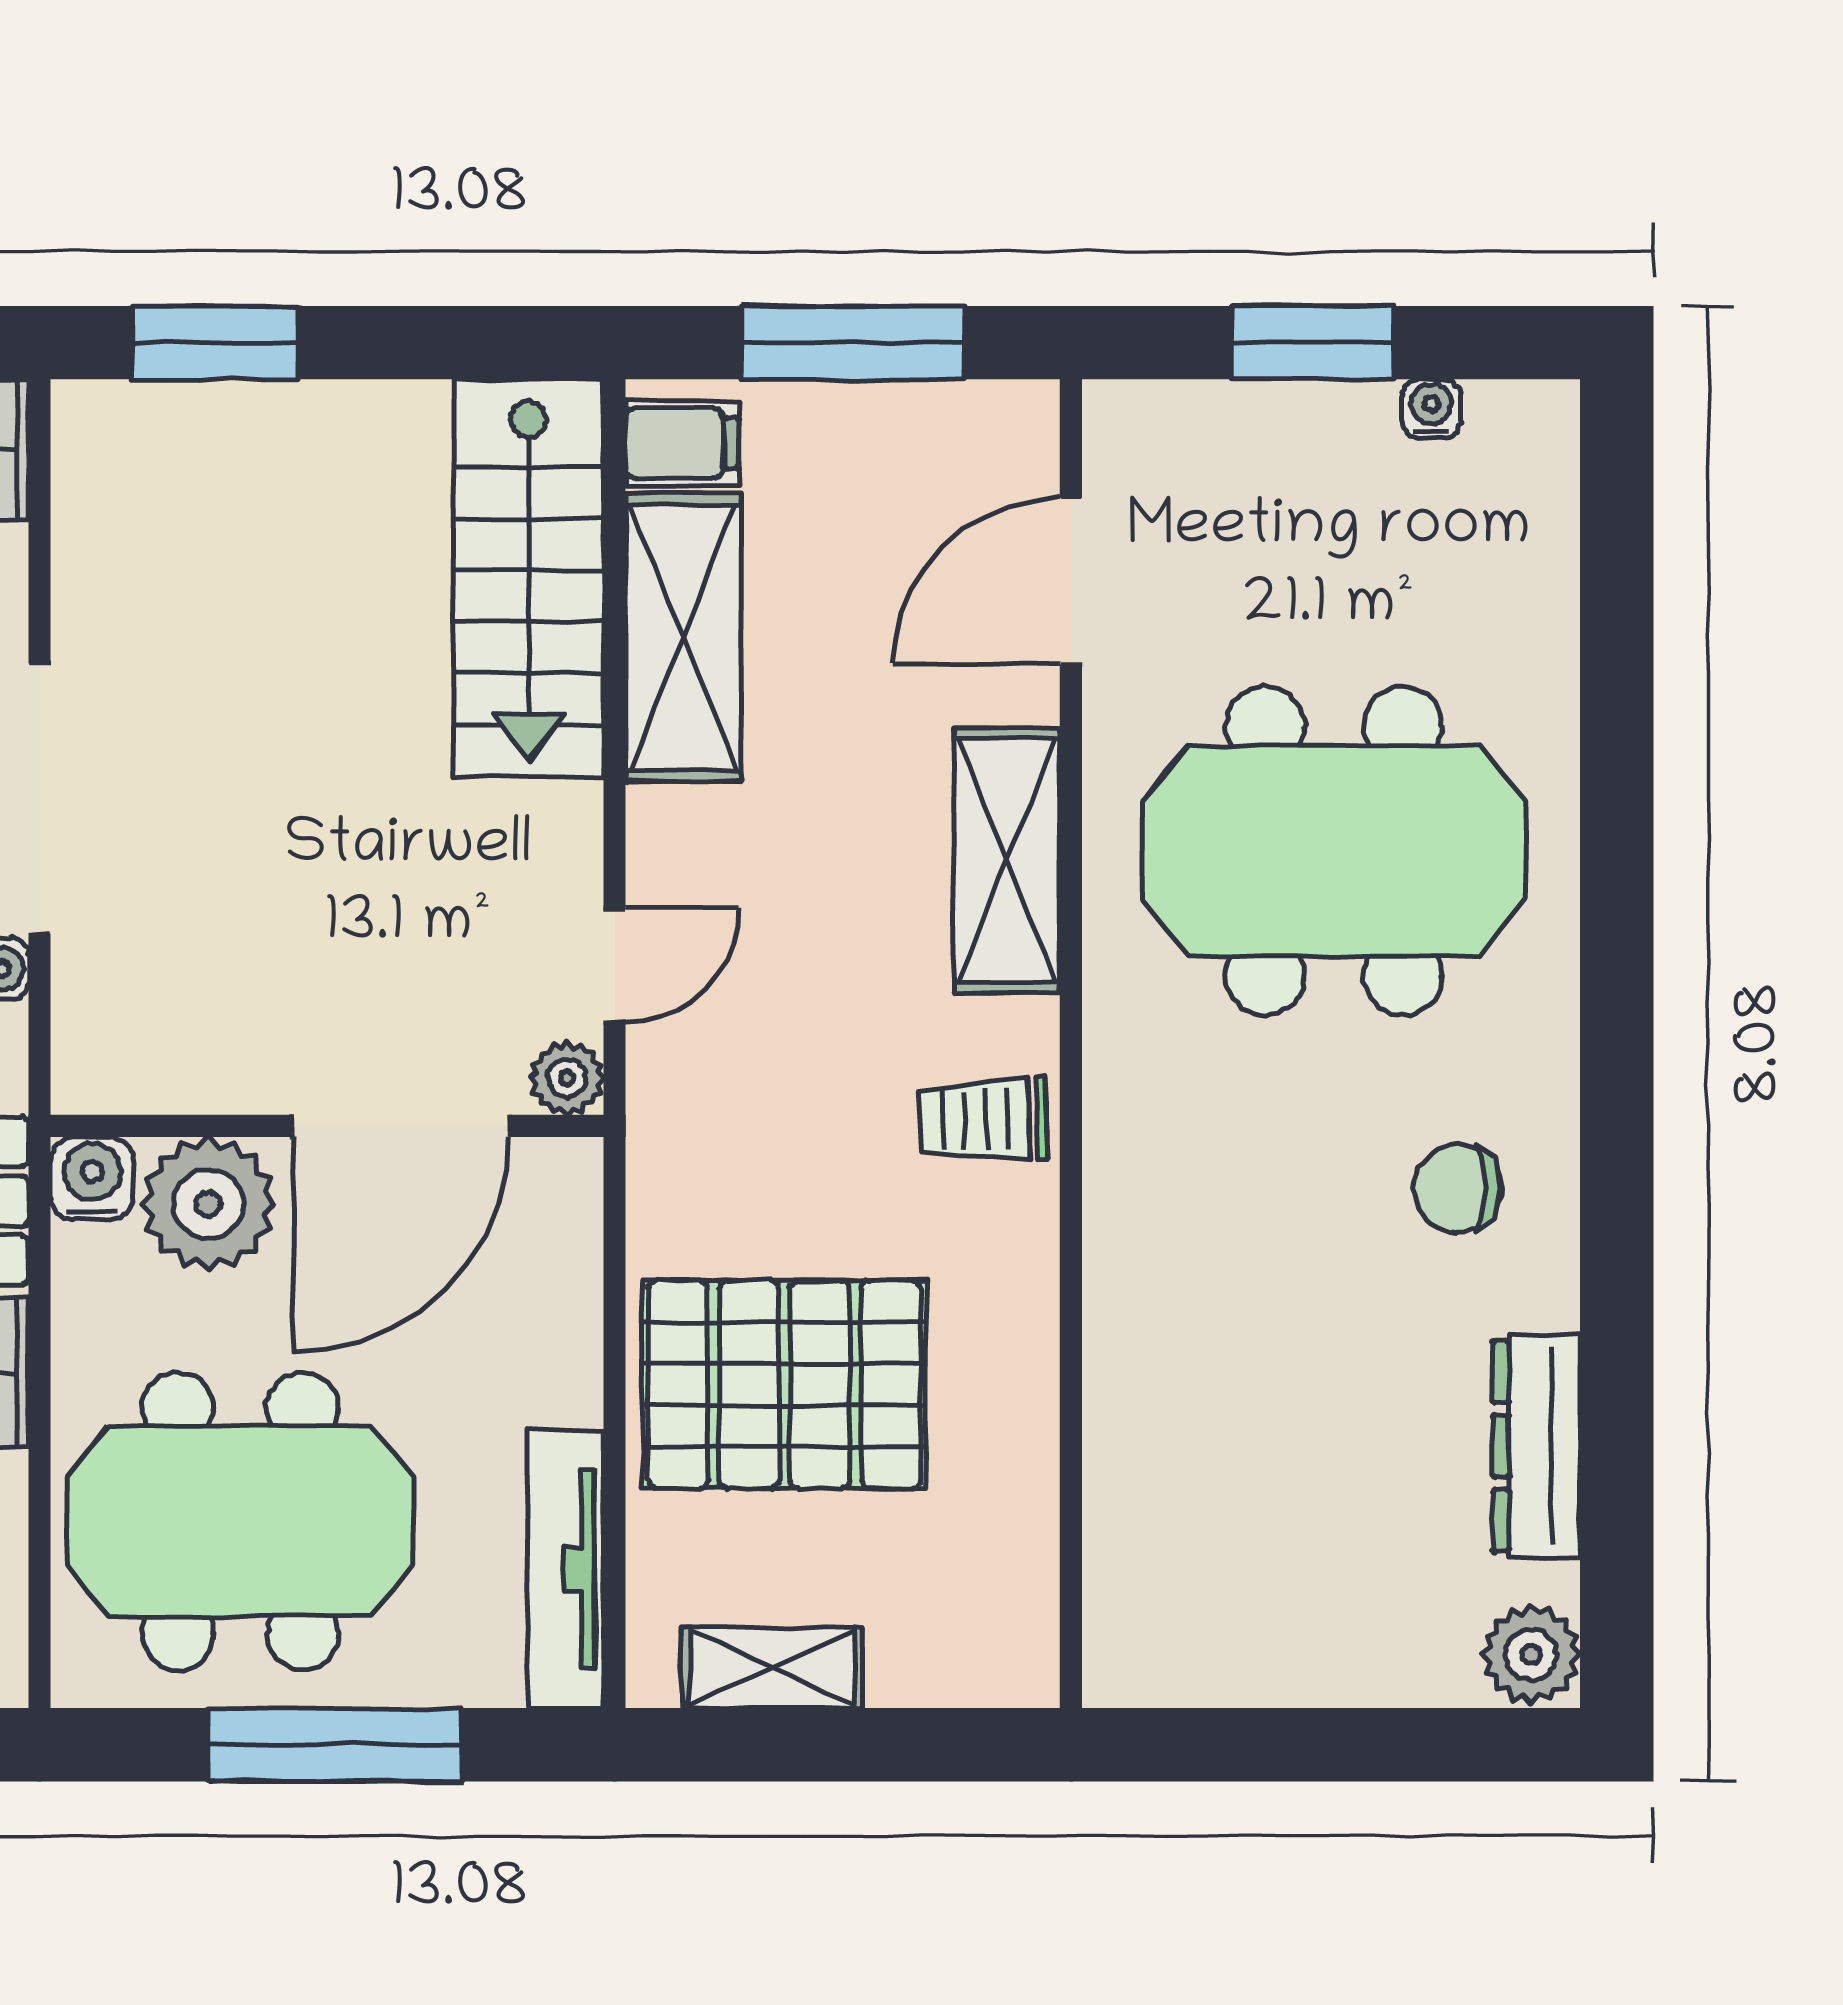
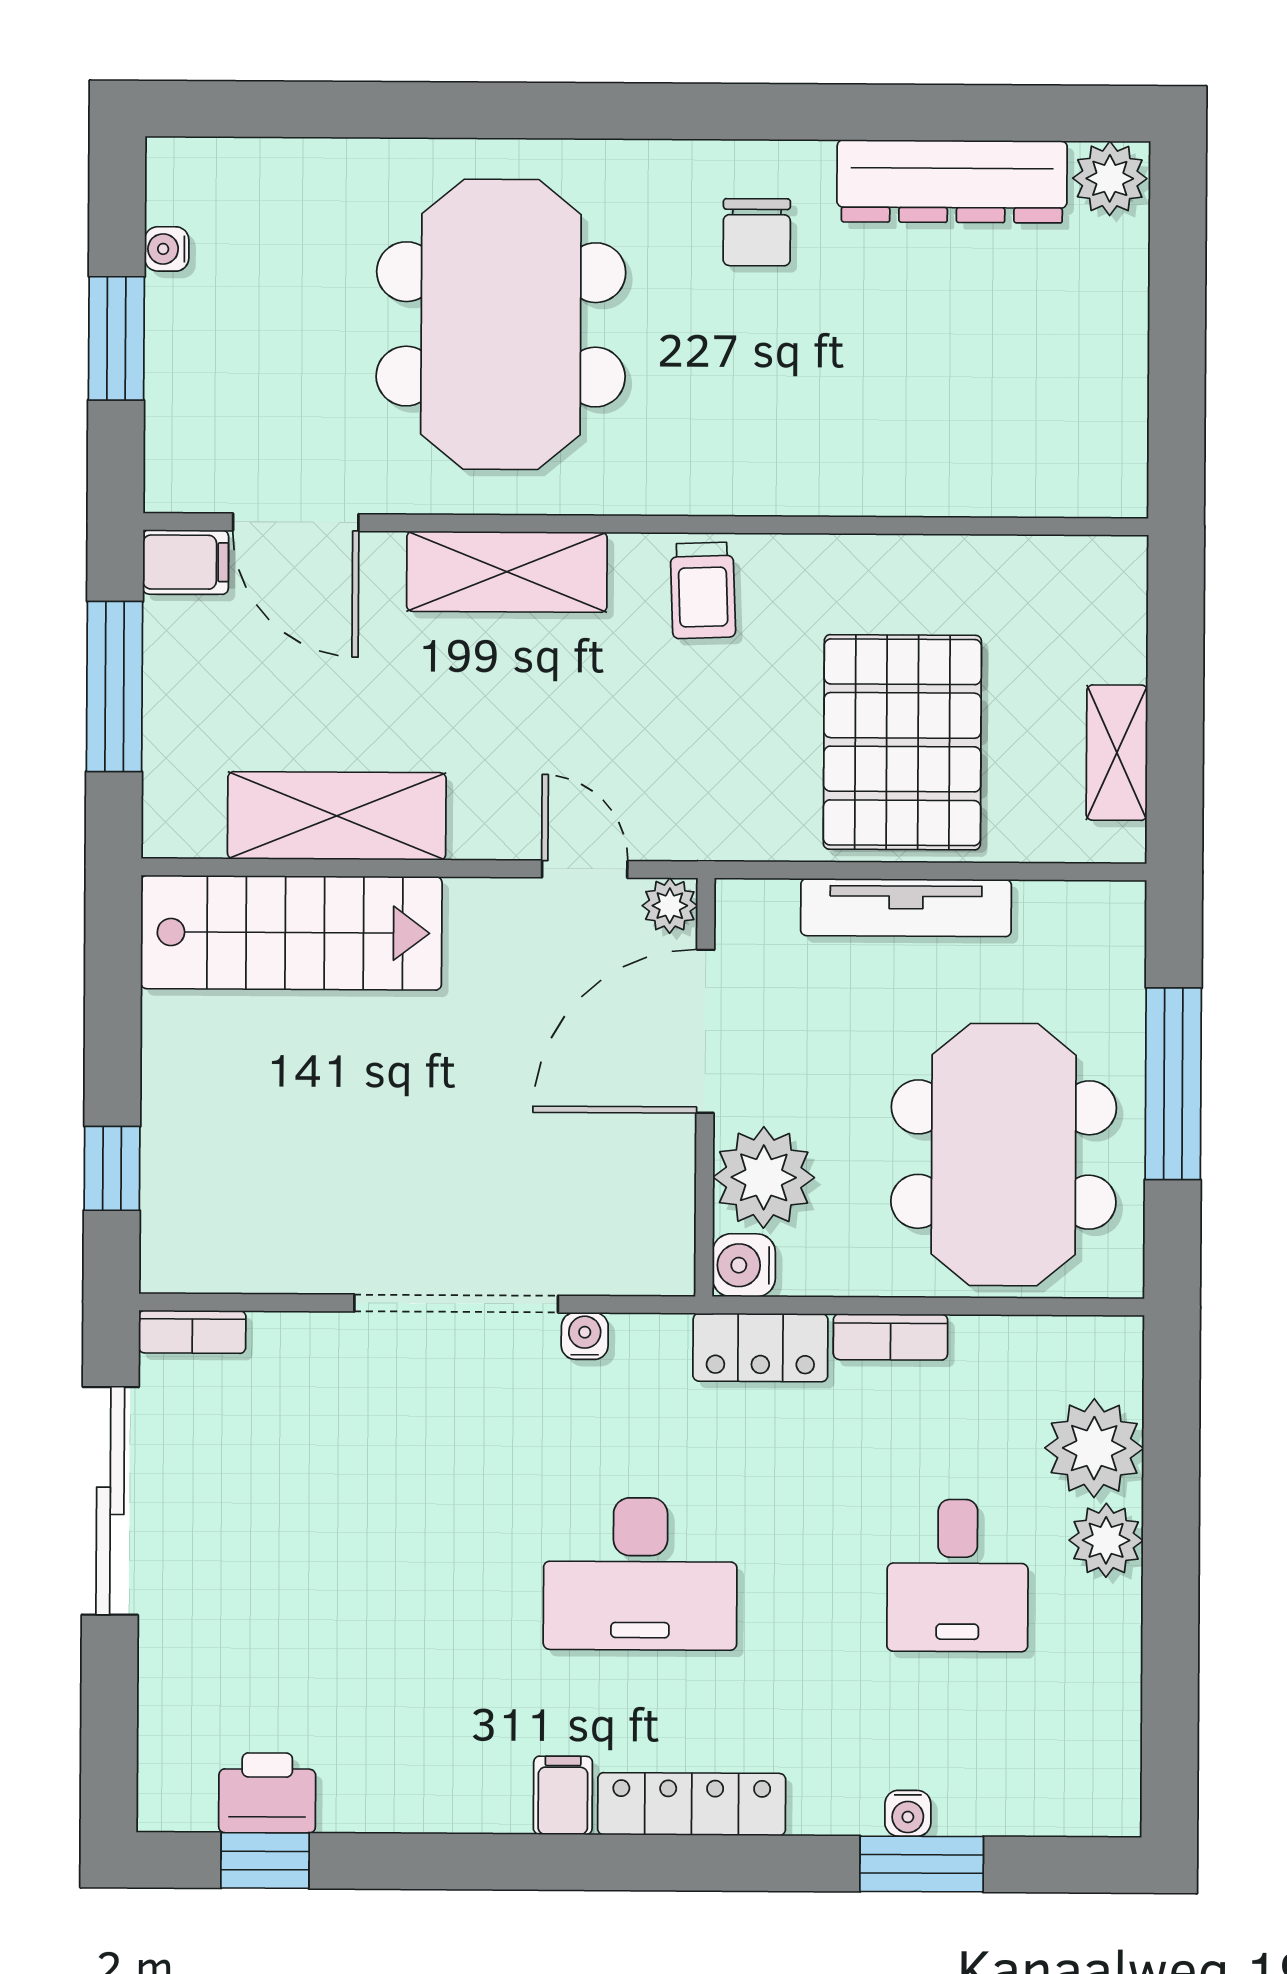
window: (216, 343) -> (112, 1168), width x0.67
filing cabinet: (682, 443) -> (186, 562), moved, turned 90
door: (401, 1126) -> (705, 1031), swing flipped
dresser: (1537, 1446) -> (952, 181), width x1.37, depth x1.24
tv unit: (566, 1569) -> (906, 908), moved

